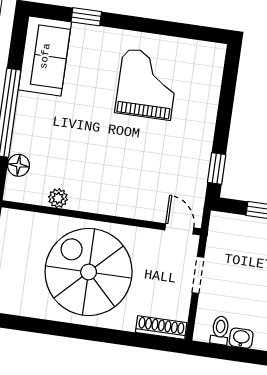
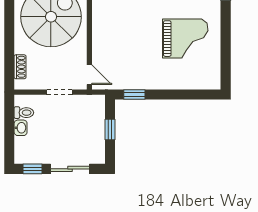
door: (179, 229) -> (89, 75), hinge flipped
shoe rack: (161, 328) -> (20, 67), width x0.70

